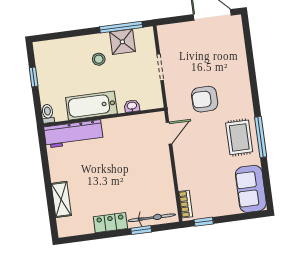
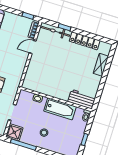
shower: (122, 42) -> (14, 132), moved
door: (169, 133) -> (33, 47), moved
workbench: (74, 134) -> (82, 99), width x0.73
locker: (110, 223) -> (85, 41), width x1.53

